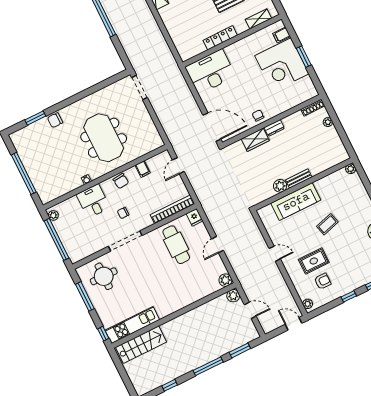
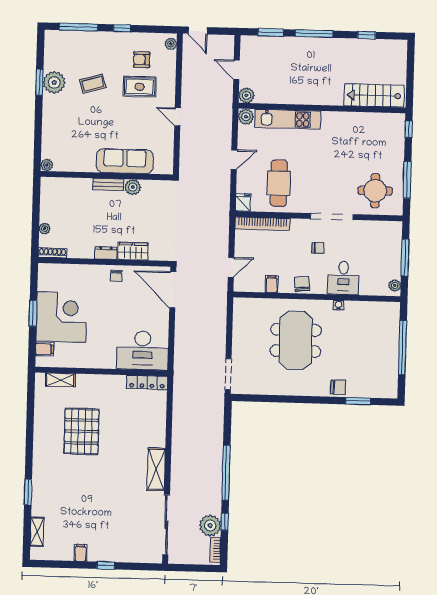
locker: (220, 38) -> (147, 382), moved
coffee table: (327, 224) -> (93, 84), moved
window: (56, 239) -> (405, 258), width x0.68
kitchen unit: (132, 325) -> (288, 119), moved

